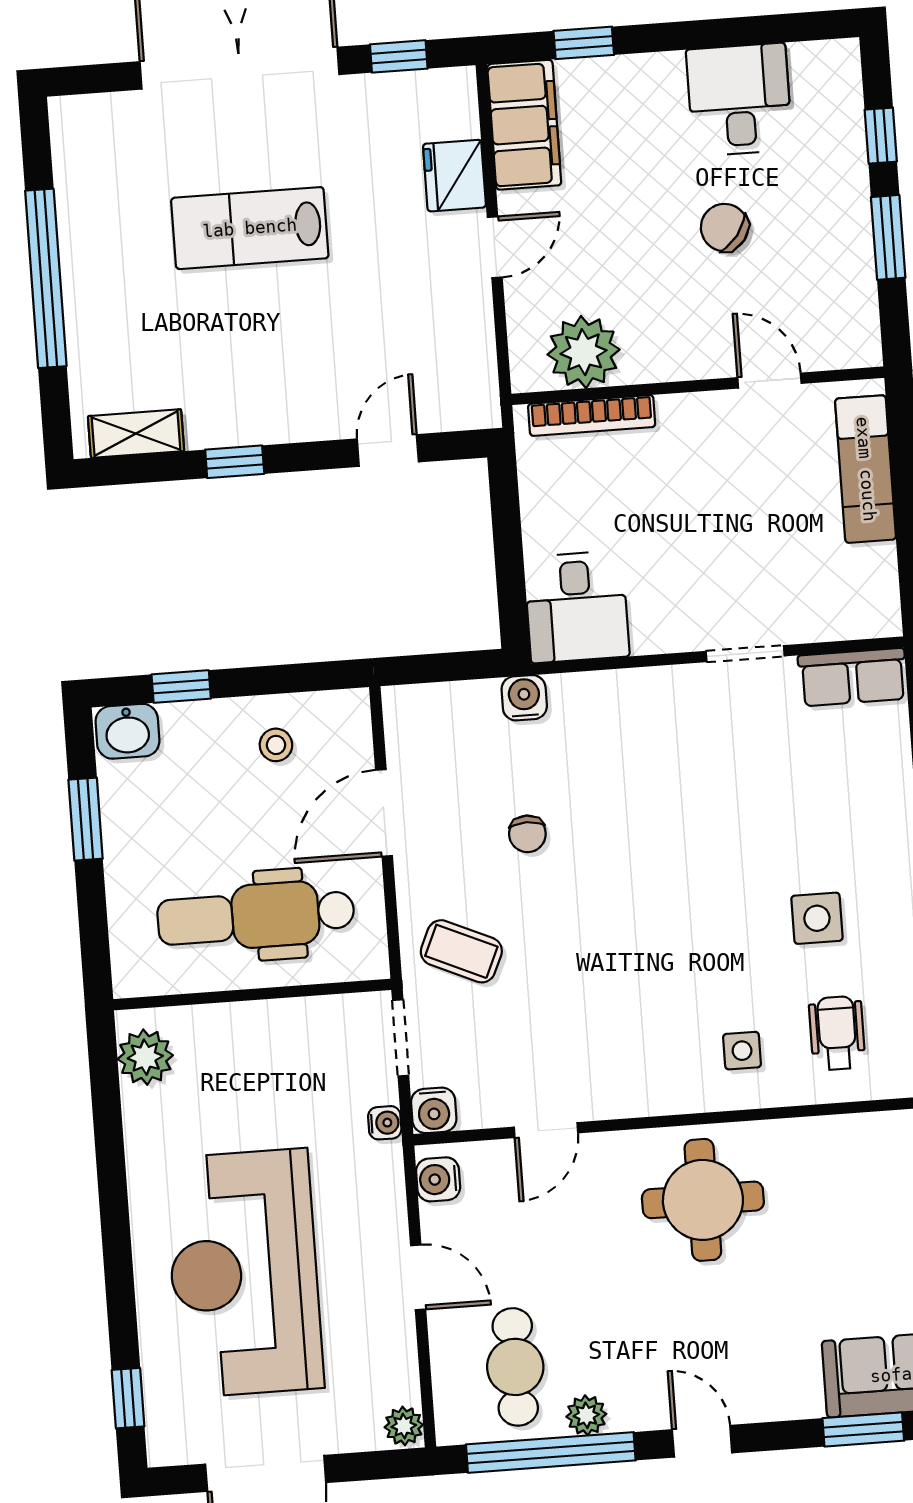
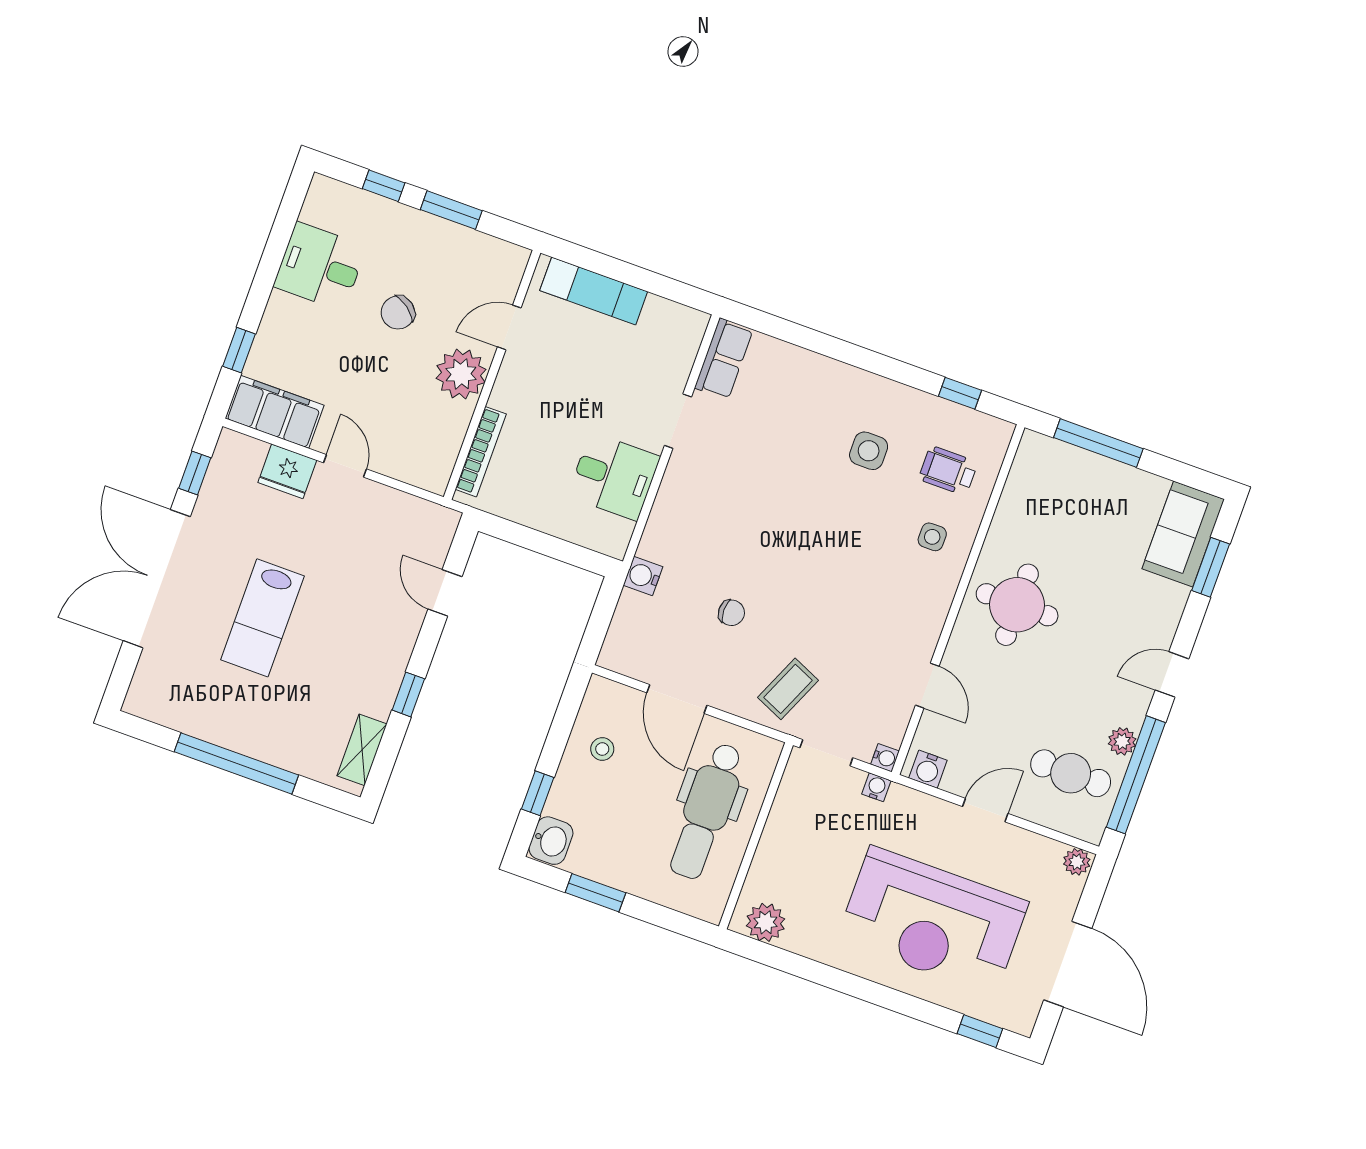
plant: (584, 352) -> (461, 374), moved
desk: (577, 607) -> (614, 476), moved
water cooler: (434, 1110) -> (885, 758), width x0.72, depth x0.72

